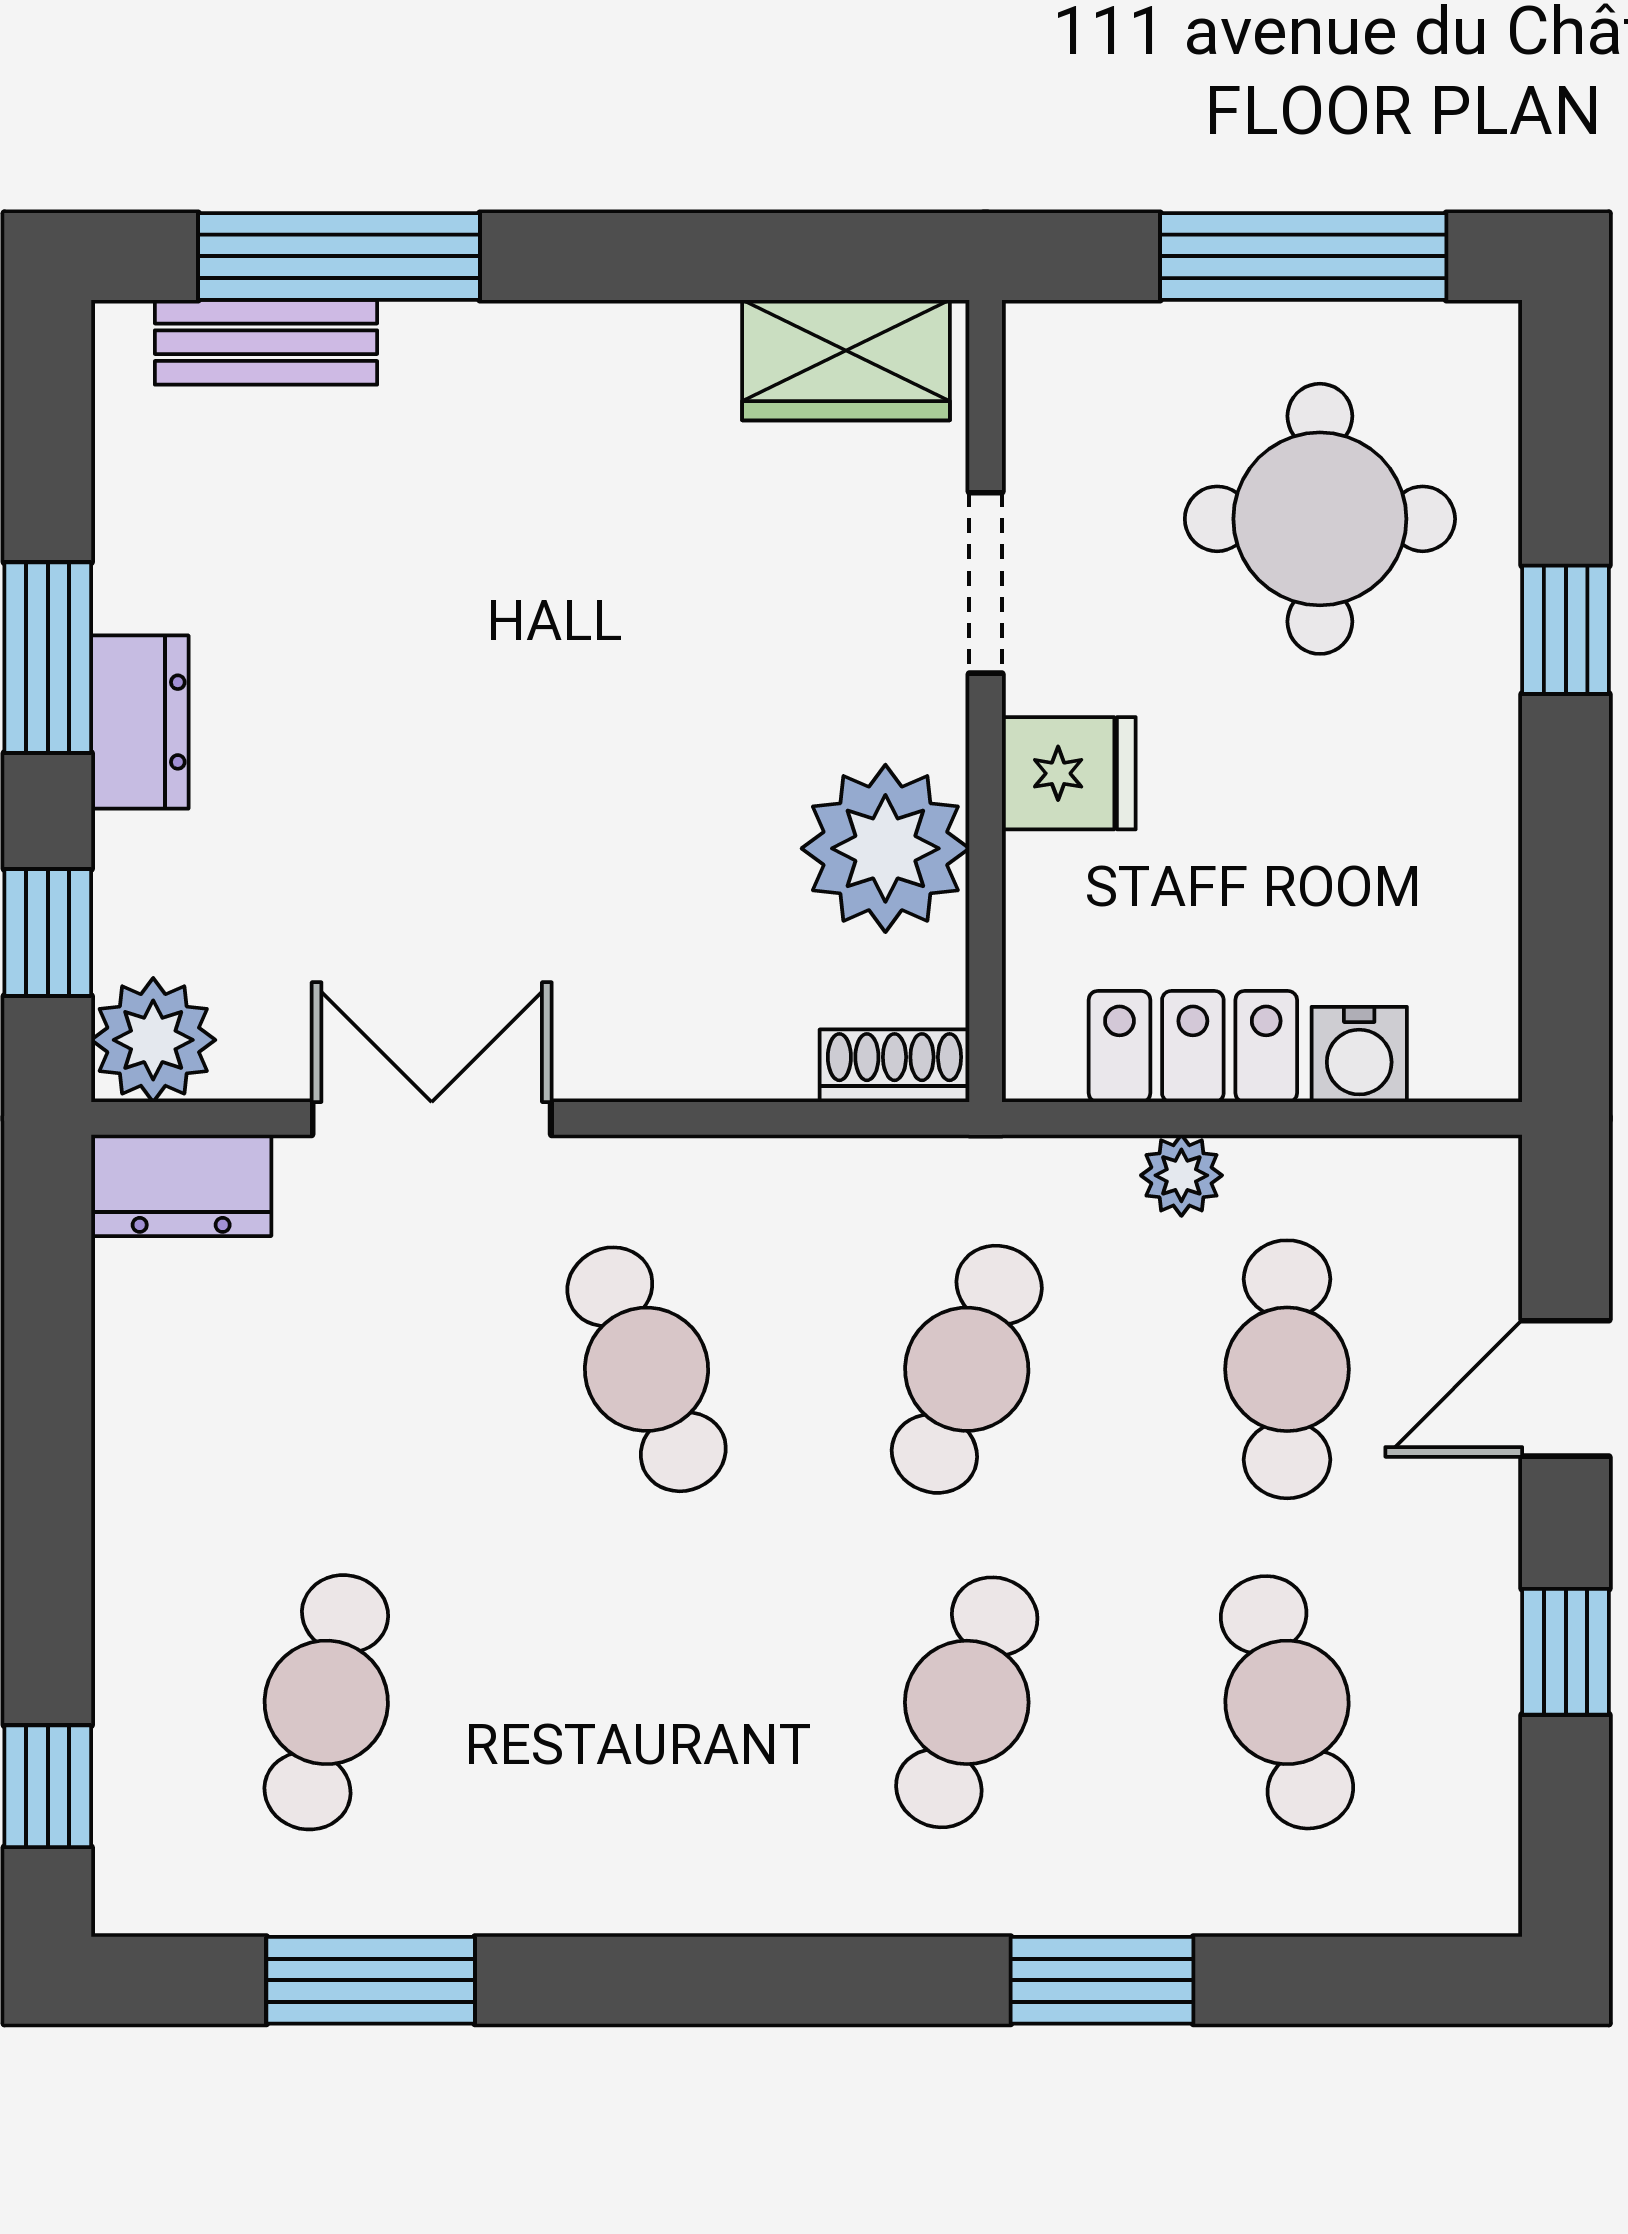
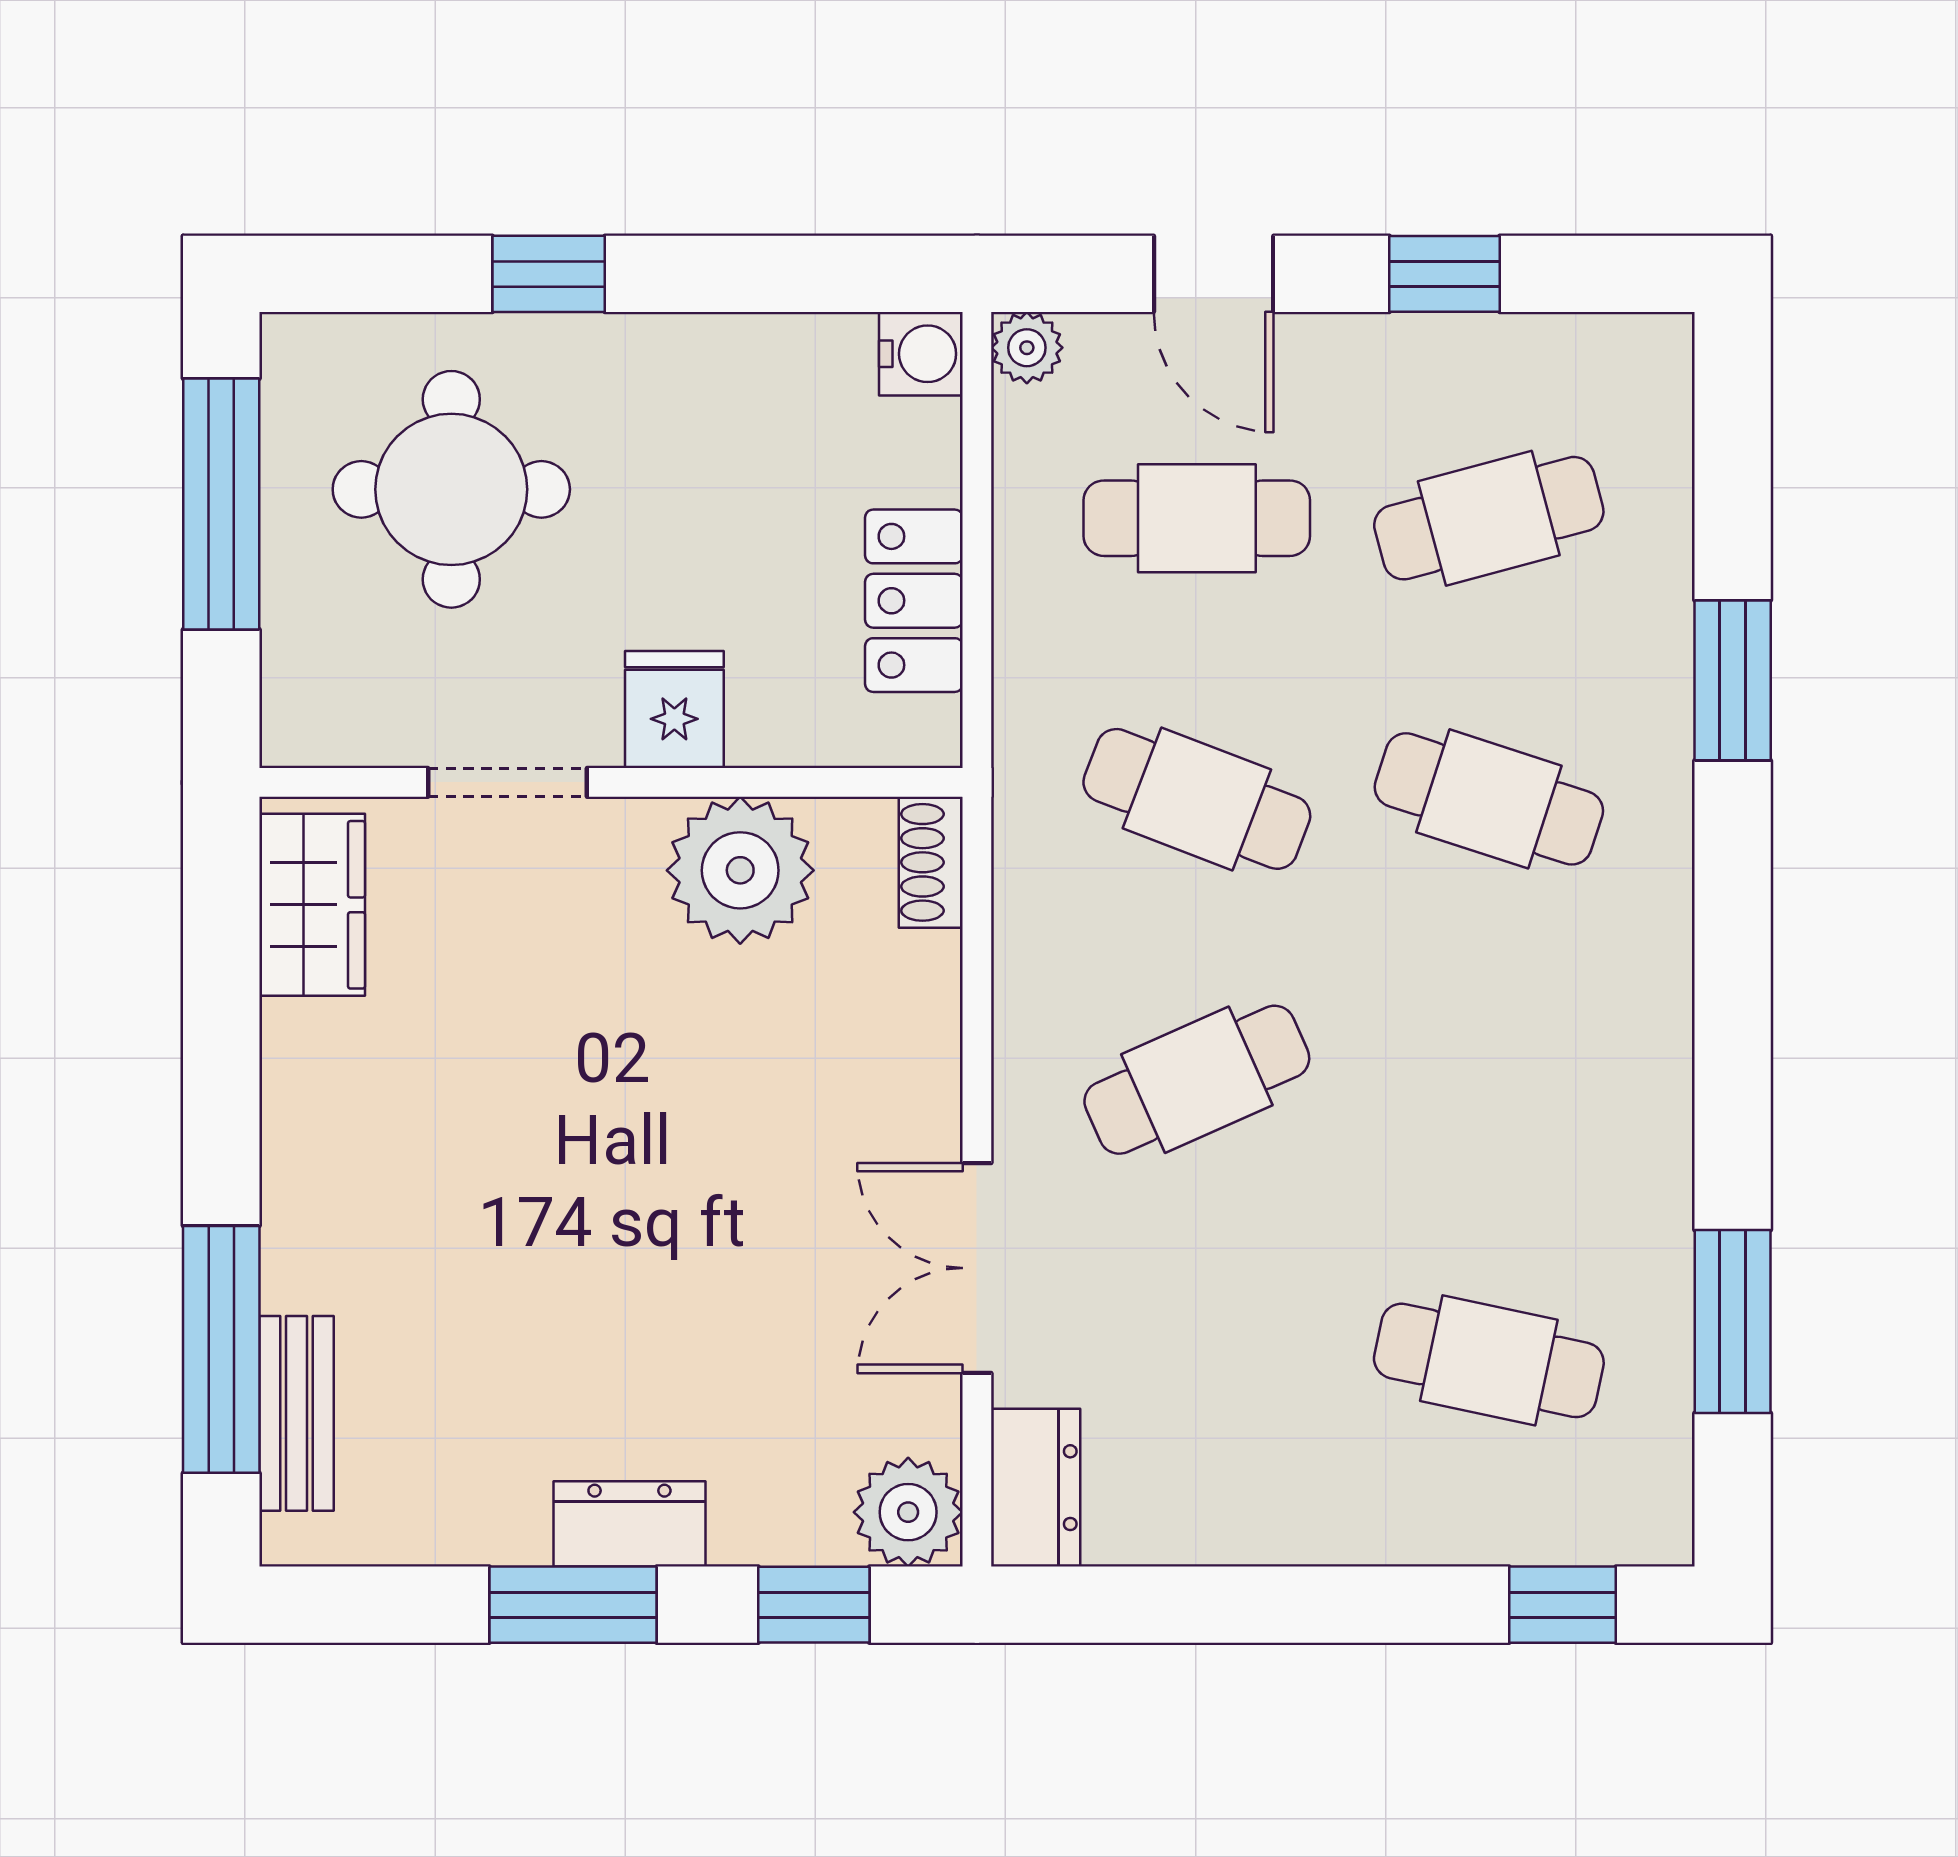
water cooler: (1359, 1054) -> (921, 354), moved
plant: (1181, 1175) -> (1027, 348), moved

